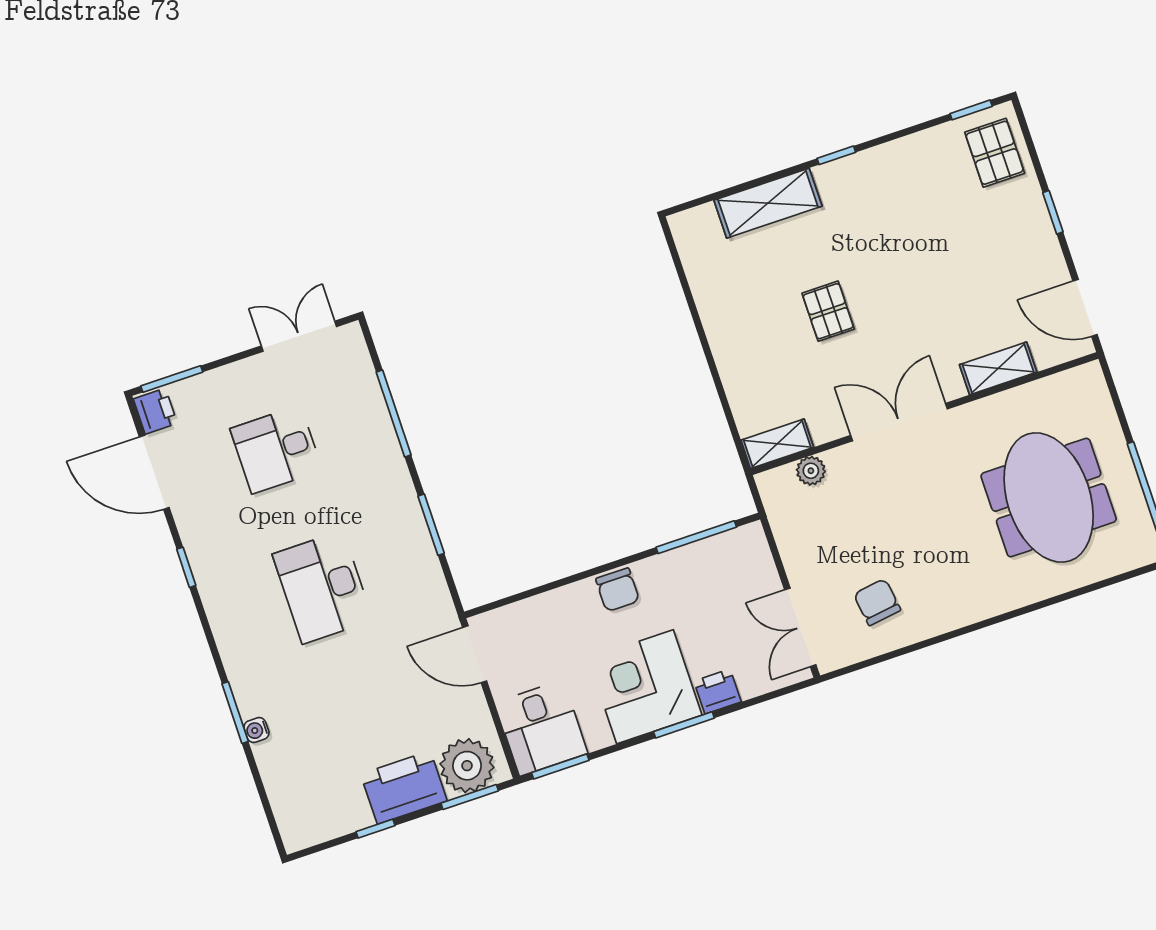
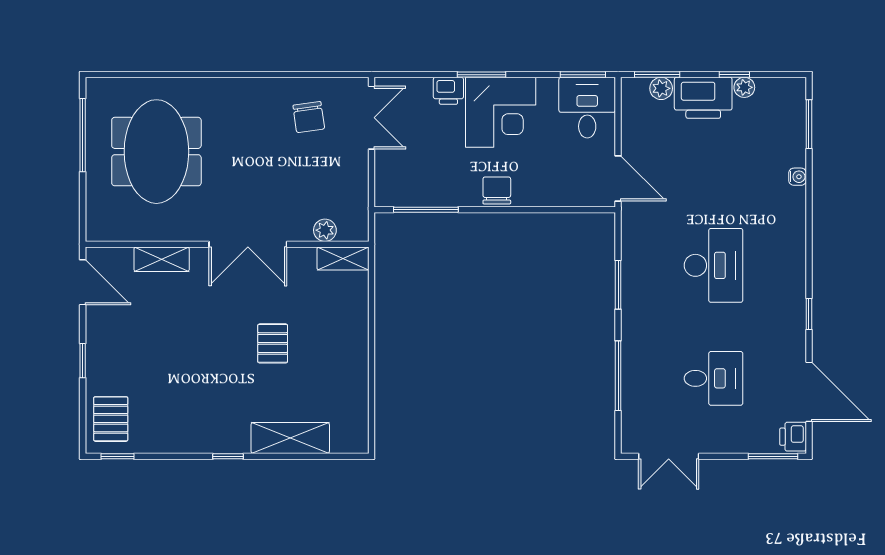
window: (235, 713) -> (809, 124), moved
plant: (467, 766) -> (661, 88), width x0.53, depth x0.53
plant: (358, 817) -> (744, 87), added

